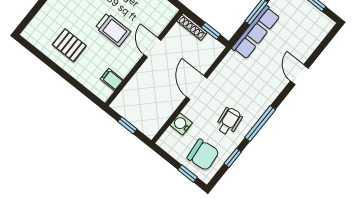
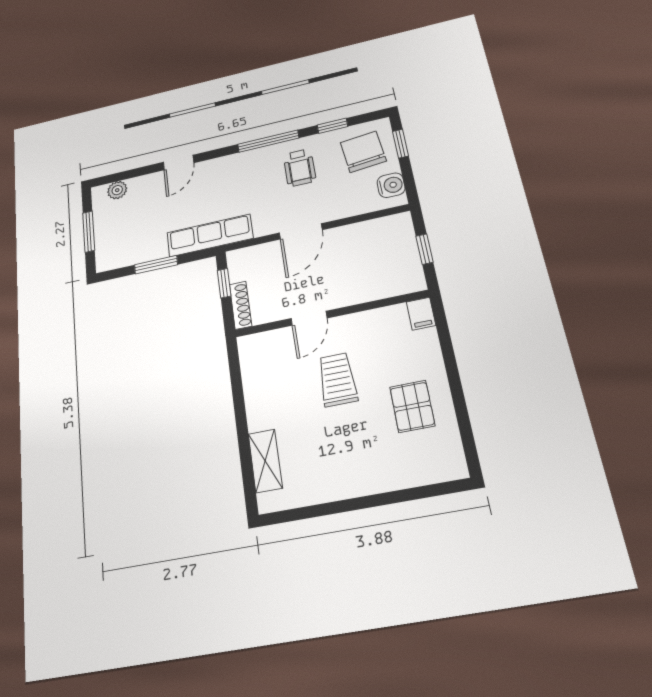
row of seats: (256, 32) -> (210, 235), moved
plant: (319, 33) -> (117, 190), added
filing cabinet: (112, 79) -> (421, 314), moved
wheelchair: (229, 121) -> (299, 168), turned -83
water cooler: (181, 124) -> (391, 185), moved, turned -90

